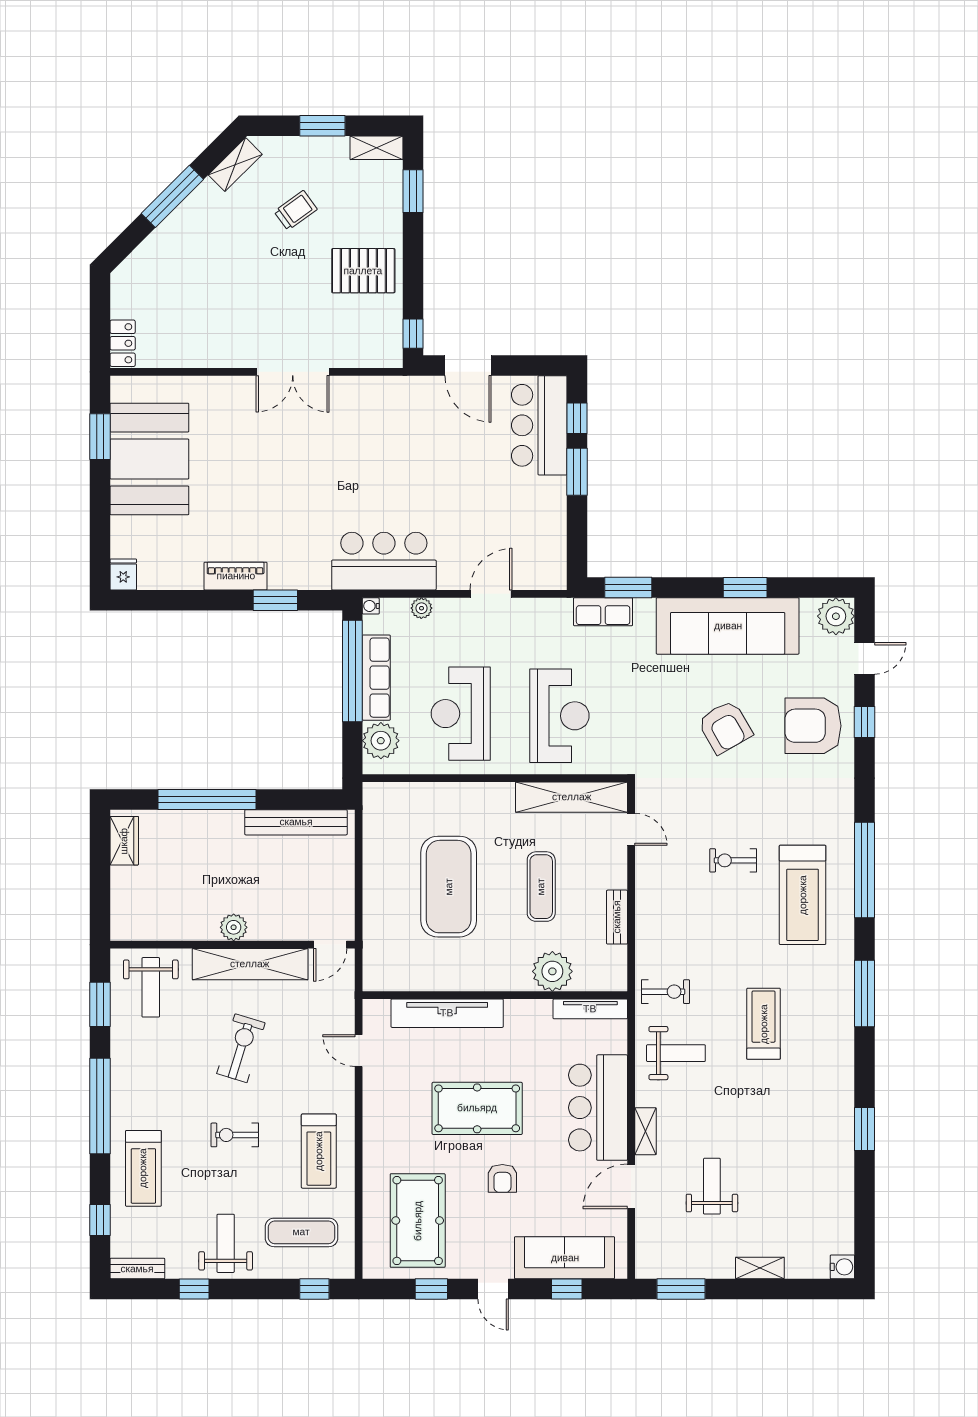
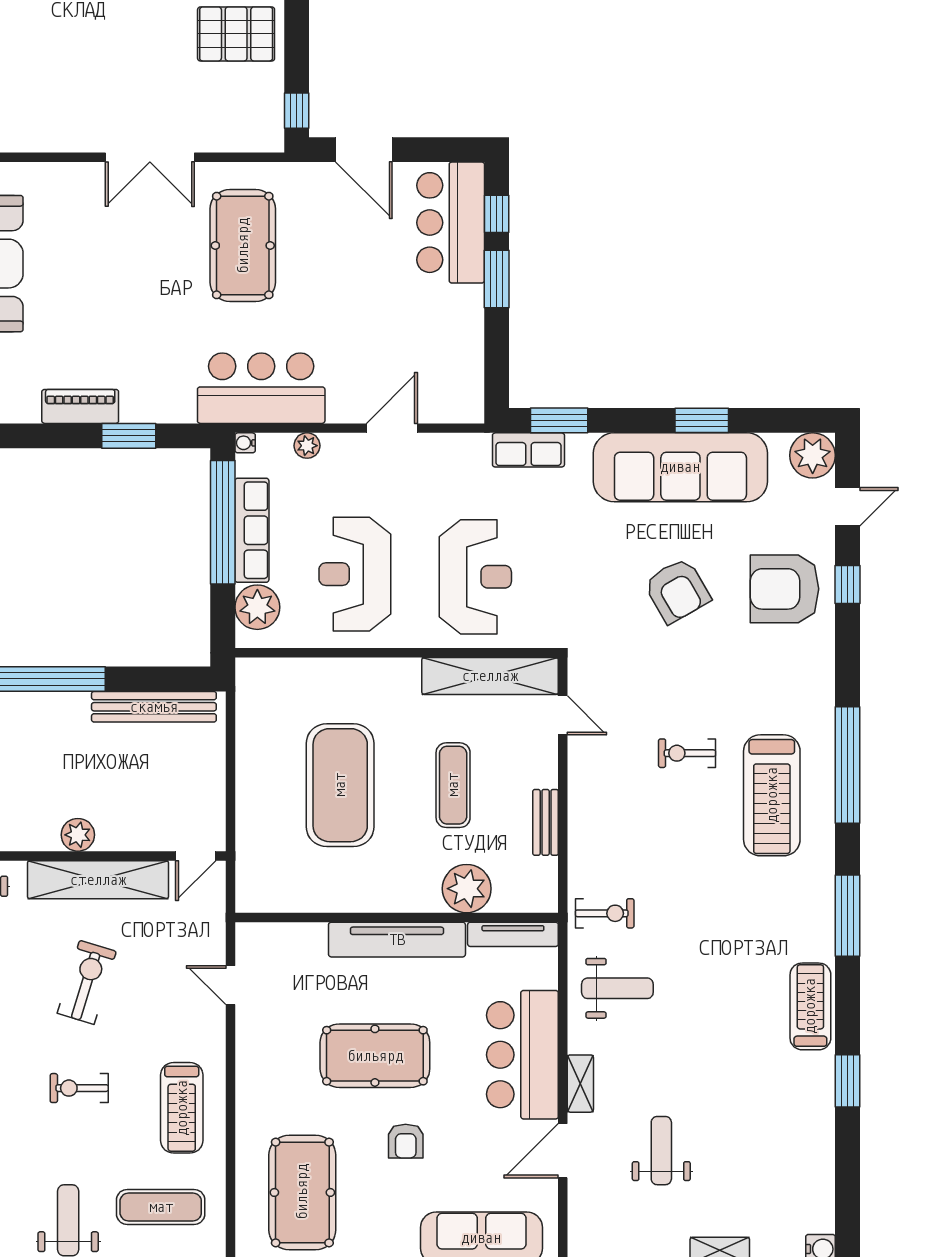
pool table: (369, 444) -> (243, 246), added
tv unit: (447, 1013) -> (397, 940), moved
treadmill: (764, 1024) -> (810, 1006), moved

